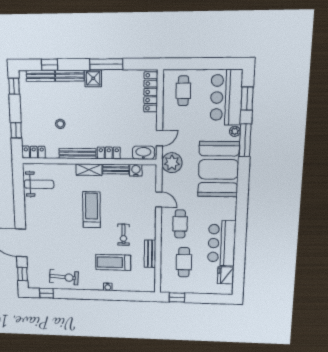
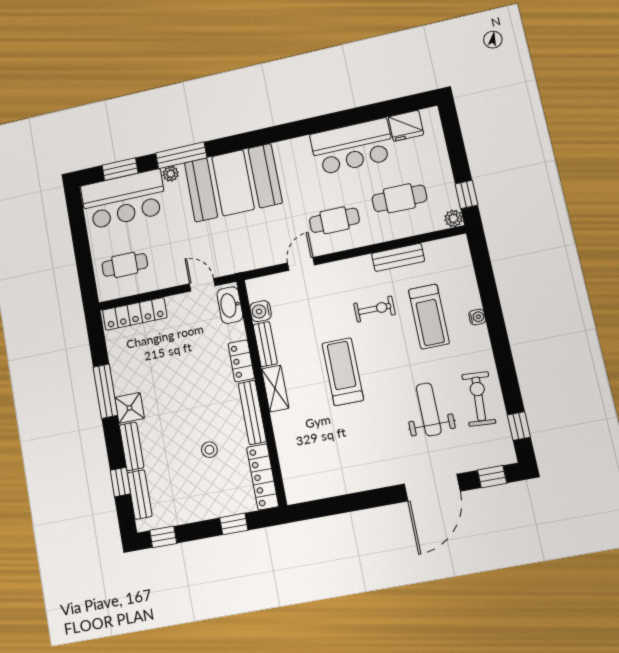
locker: (34, 152) -> (263, 477), width x1.53
plant: (172, 163) -> (453, 218), moved, width x0.53, depth x0.53
weight bench: (39, 184) -> (429, 409), moved
treadmill: (92, 210) -> (343, 372), turned 90

